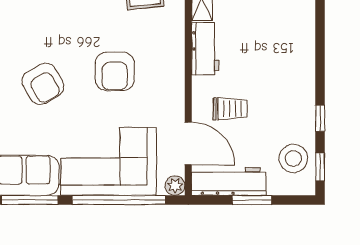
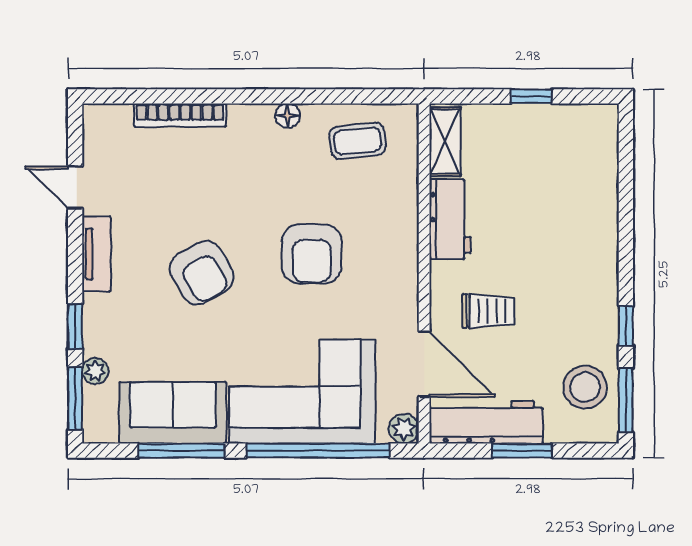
window: (320, 167) -> (626, 400), width x1.50

